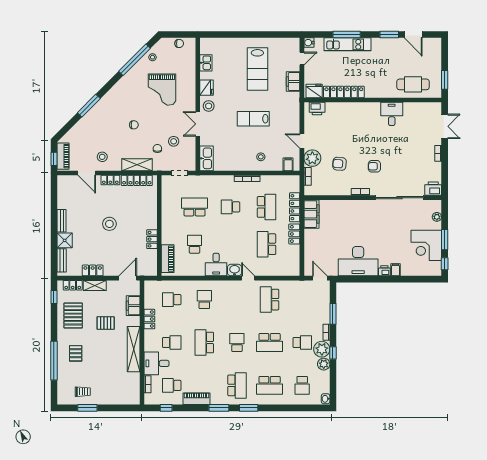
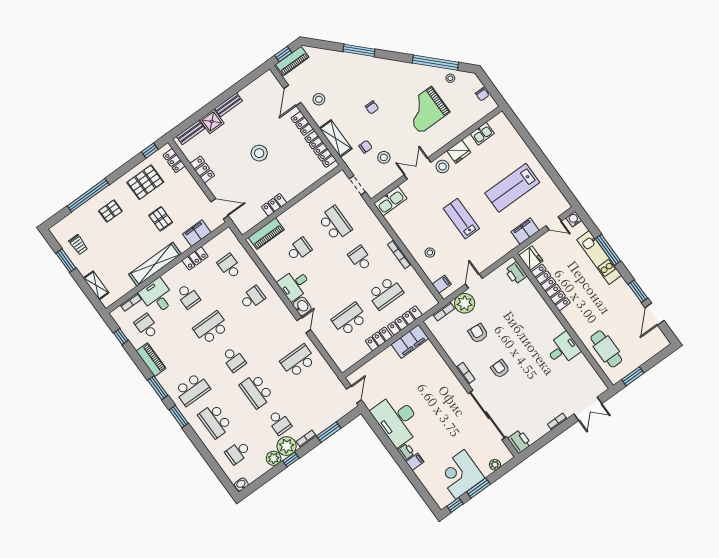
shelving: (95, 285) -> (96, 285), moved
school desk: (237, 342) -> (234, 359), turned 90

